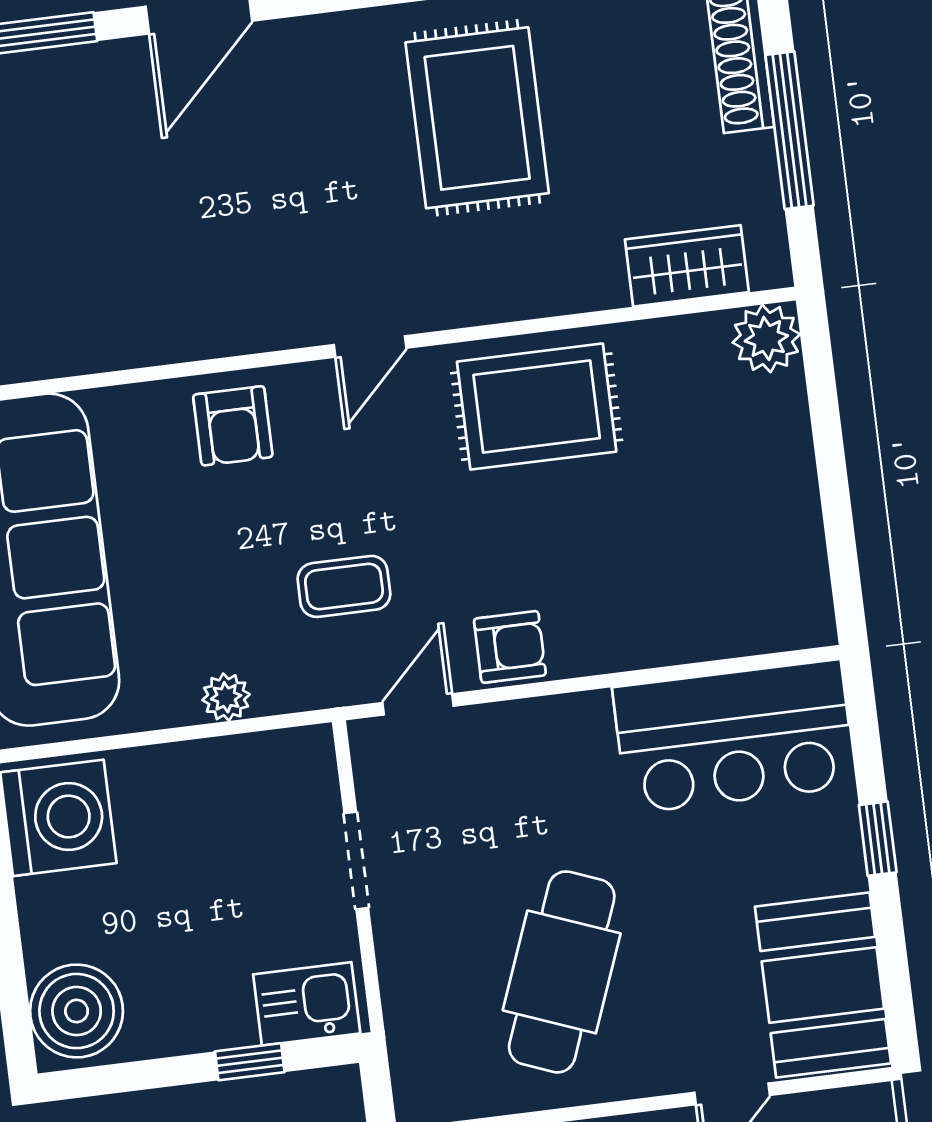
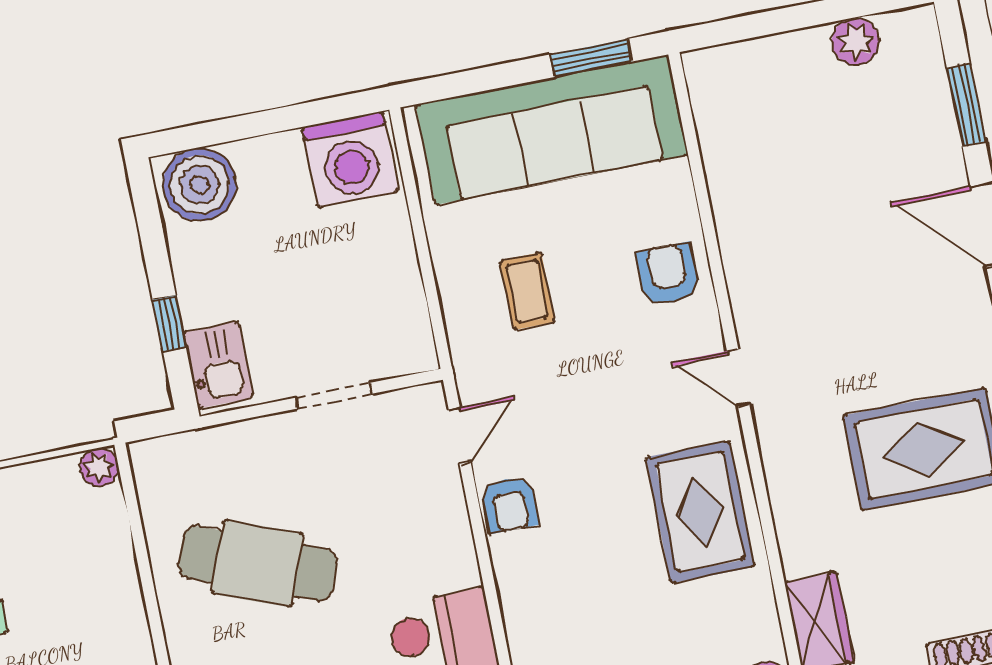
armchair: (233, 426) -> (668, 274), turned 90
coffee table: (344, 586) -> (527, 291), moved
plant: (226, 697) -> (454, 284), removed
door: (418, 704) -> (460, 435), hinge flipped

